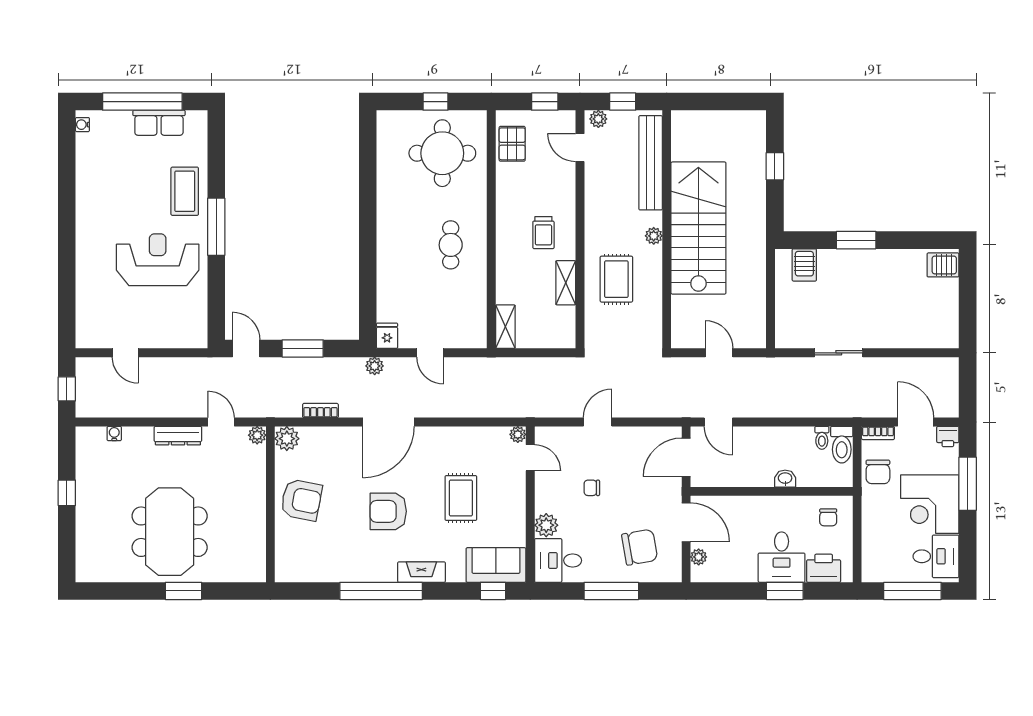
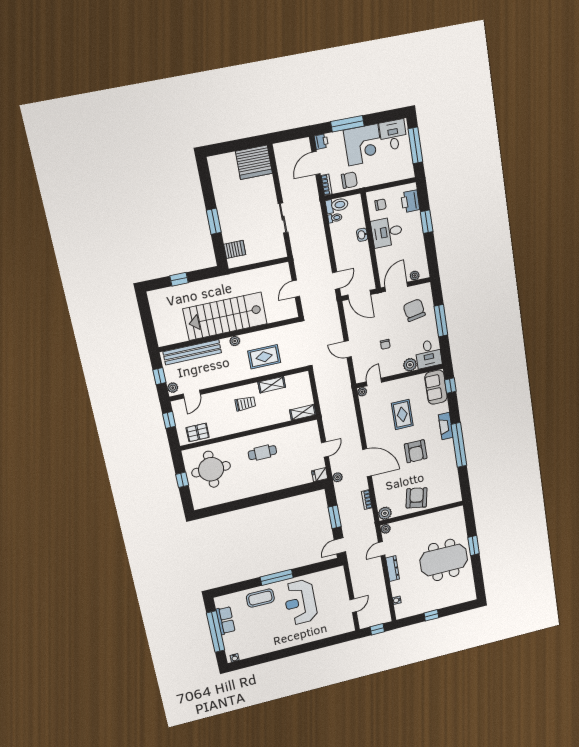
server rack: (943, 265) -> (254, 162), moved, width x2.18, depth x1.44
rug: (461, 498) -> (402, 414), turned 90
desk: (782, 557) -> (387, 232), moved, turned 180

